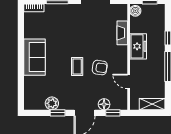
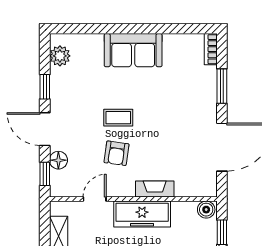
fireplace: (122, 33) -> (155, 189), moved
freezer: (138, 46) -> (142, 214), width x1.40
plant: (52, 103) -> (60, 56), moved

